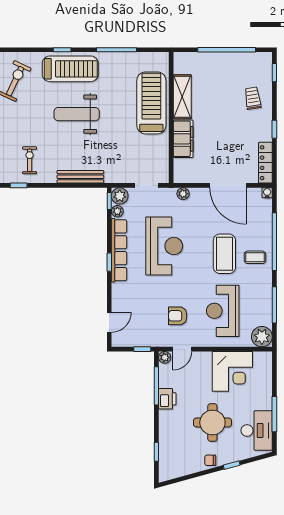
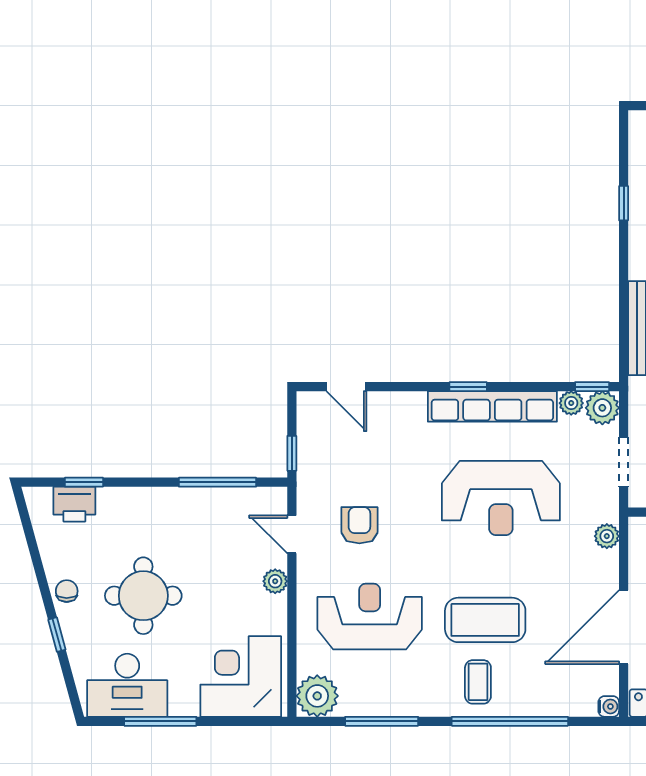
plant: (165, 357) -> (275, 581), moved
corner desk: (232, 371) -> (241, 676), moved, turned 90
printer: (167, 399) -> (74, 504), moved

